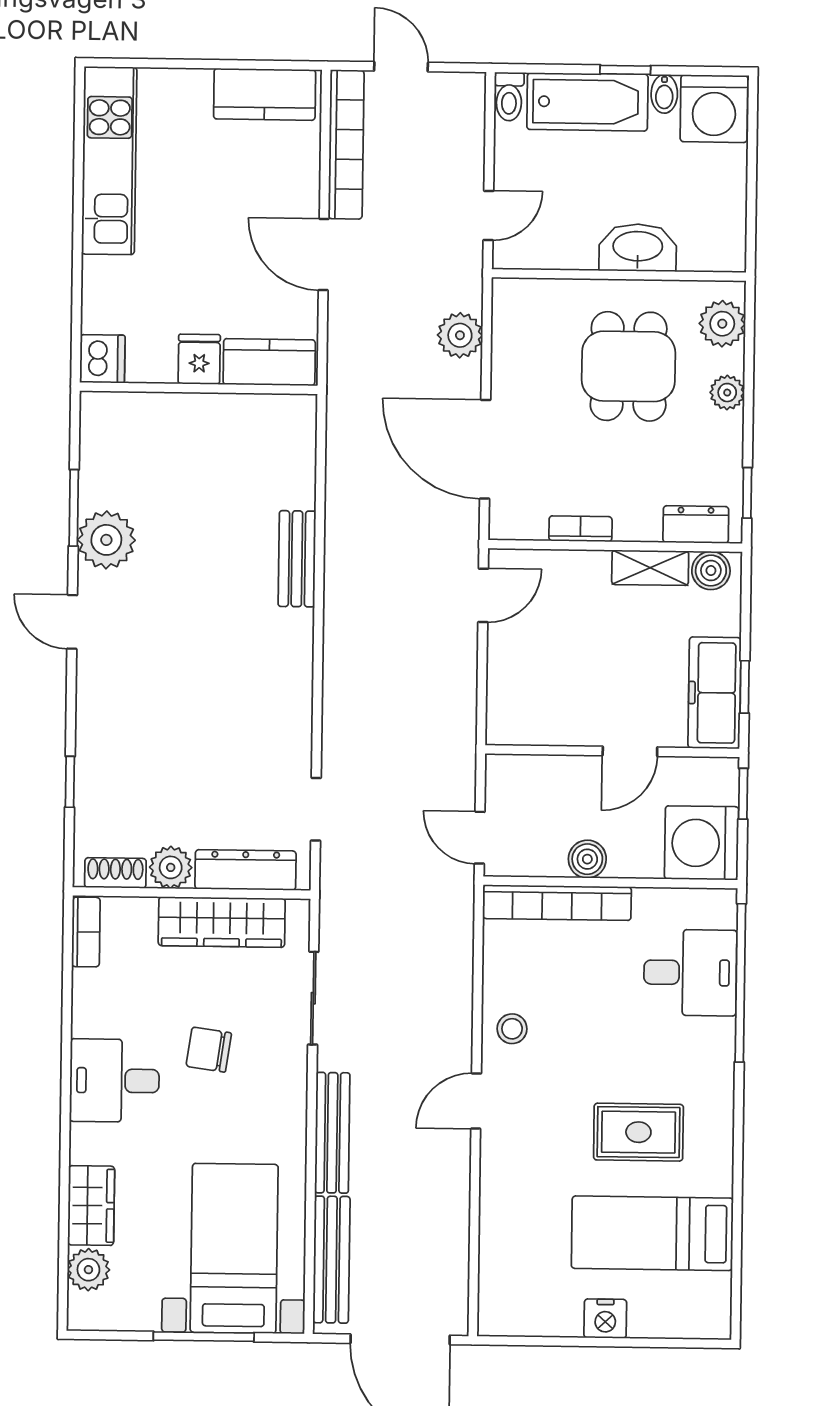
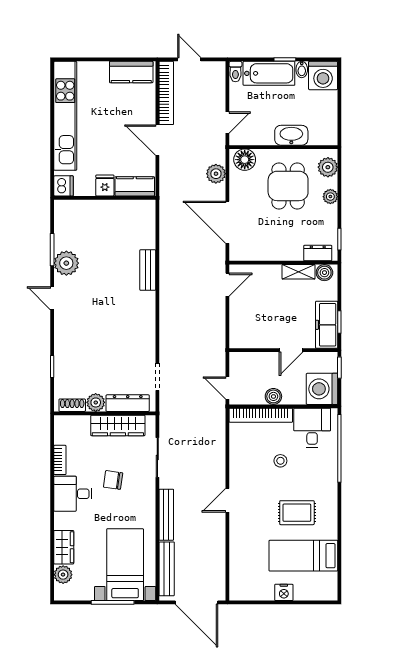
kitchen unit: (109, 161) -> (65, 116), width x1.36
floor lamp: (528, 303) -> (245, 160), added
bookcase: (580, 529) -> (269, 256), removed
bookcase: (86, 932) -> (60, 460), moved
desk: (690, 973) -> (312, 428), moved, turned -90
stool: (512, 1029) -> (280, 461), moved

